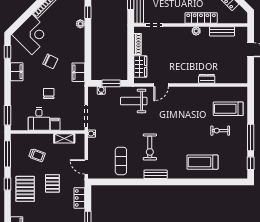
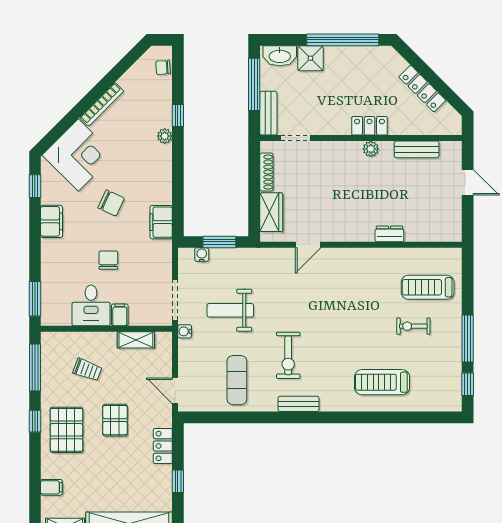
locker: (201, 18) -> (369, 126), width x0.66
weight bench: (134, 101) -> (230, 310), moved

